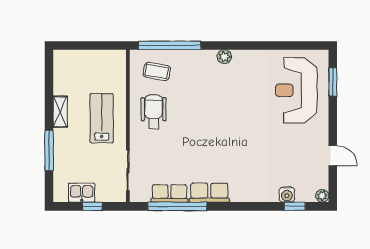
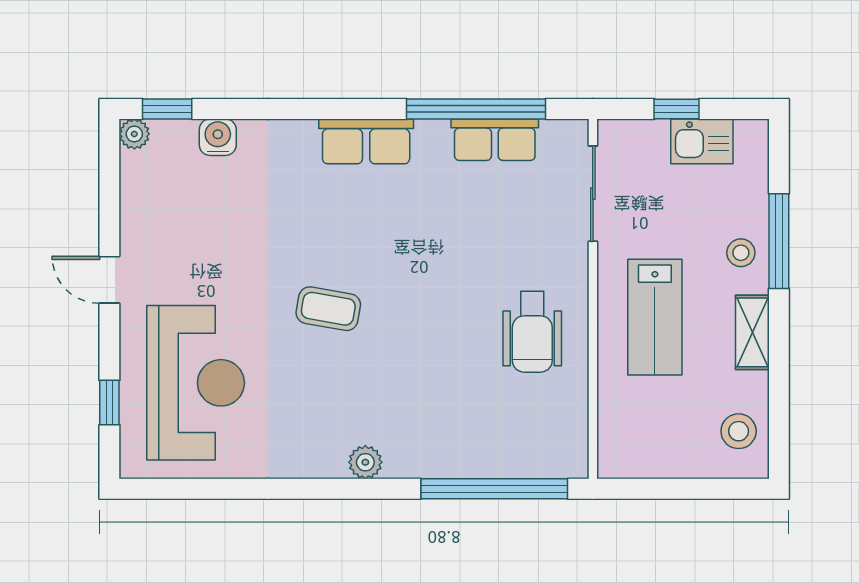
stool: (66, 70) -> (739, 431), added
coffee table: (157, 71) -> (328, 309), moved
window: (333, 82) -> (109, 403), width x0.67
stool: (65, 145) -> (741, 253), added
door: (333, 156) -> (109, 280), moved
row of seats: (209, 193) -> (366, 141), moved
window: (295, 206) -> (167, 109), moved

